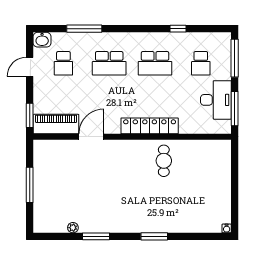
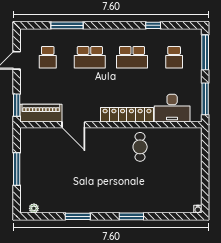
washbasin: (42, 40) -> (28, 35), removed
desk: (216, 100) -> (172, 108), moved, turned 90
door: (91, 137) -> (73, 125), swing flipped
plant: (73, 228) -> (34, 208), moved

